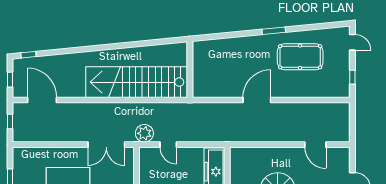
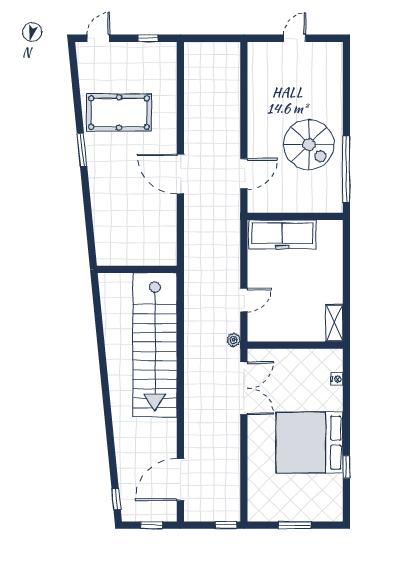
pool table: (300, 57) -> (119, 113), turned 90
window: (10, 122) -> (226, 525), moved
plant: (144, 133) -> (234, 340), width x0.53, depth x0.53
door: (315, 145) -> (244, 174), moved

